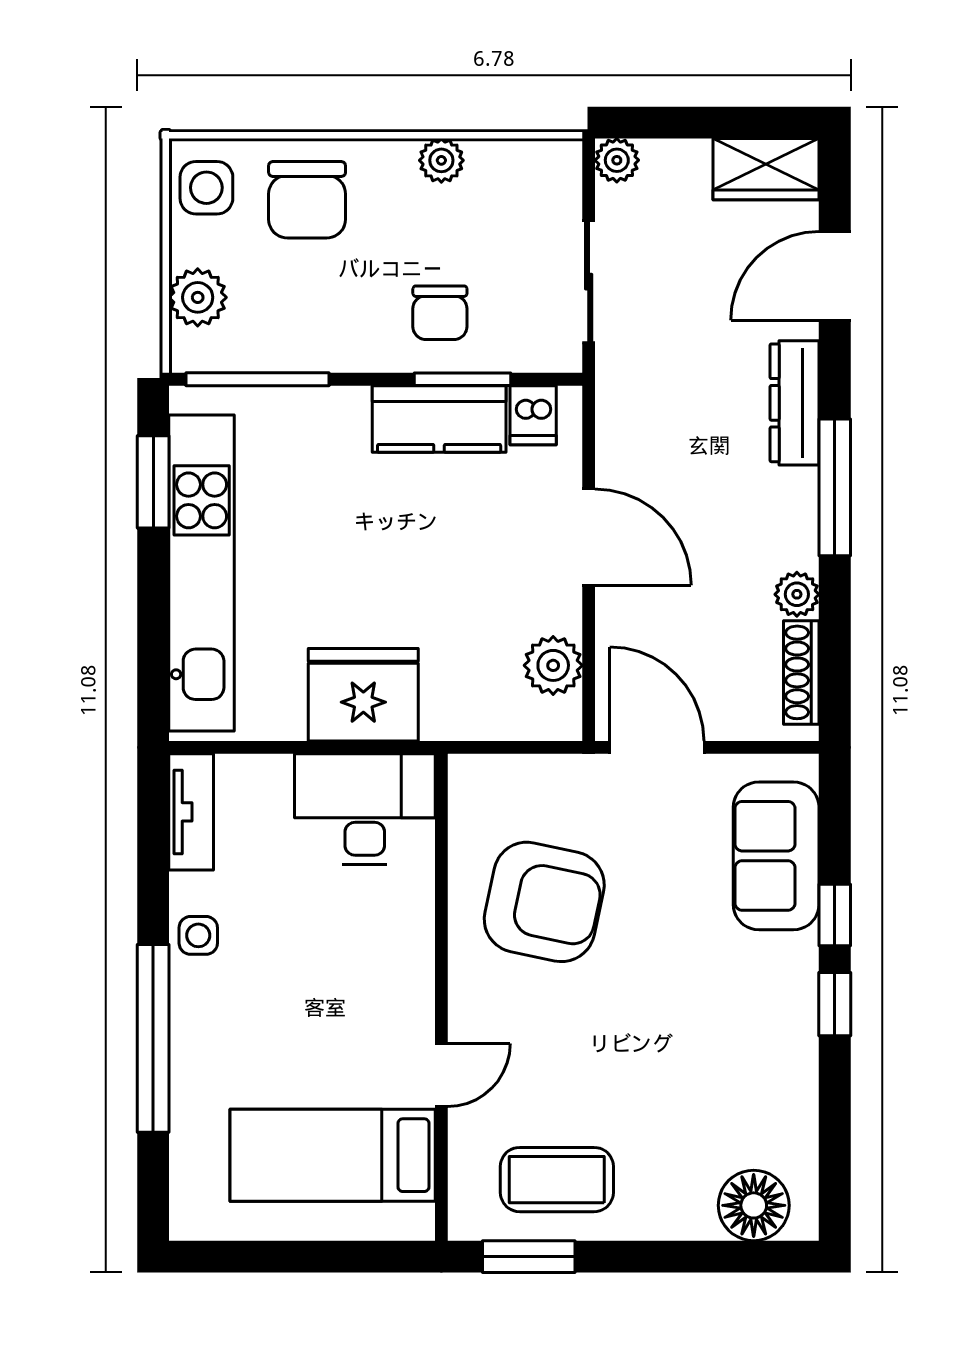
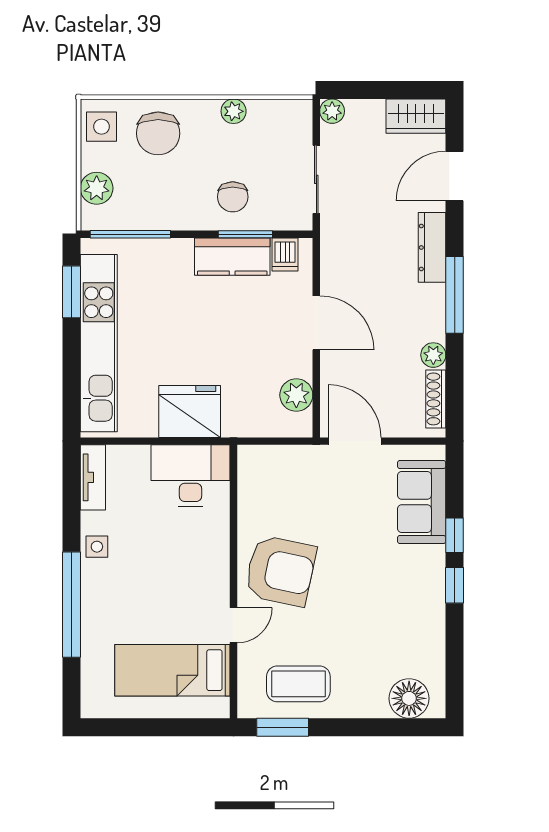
armchair: (544, 902) -> (280, 571), moved

